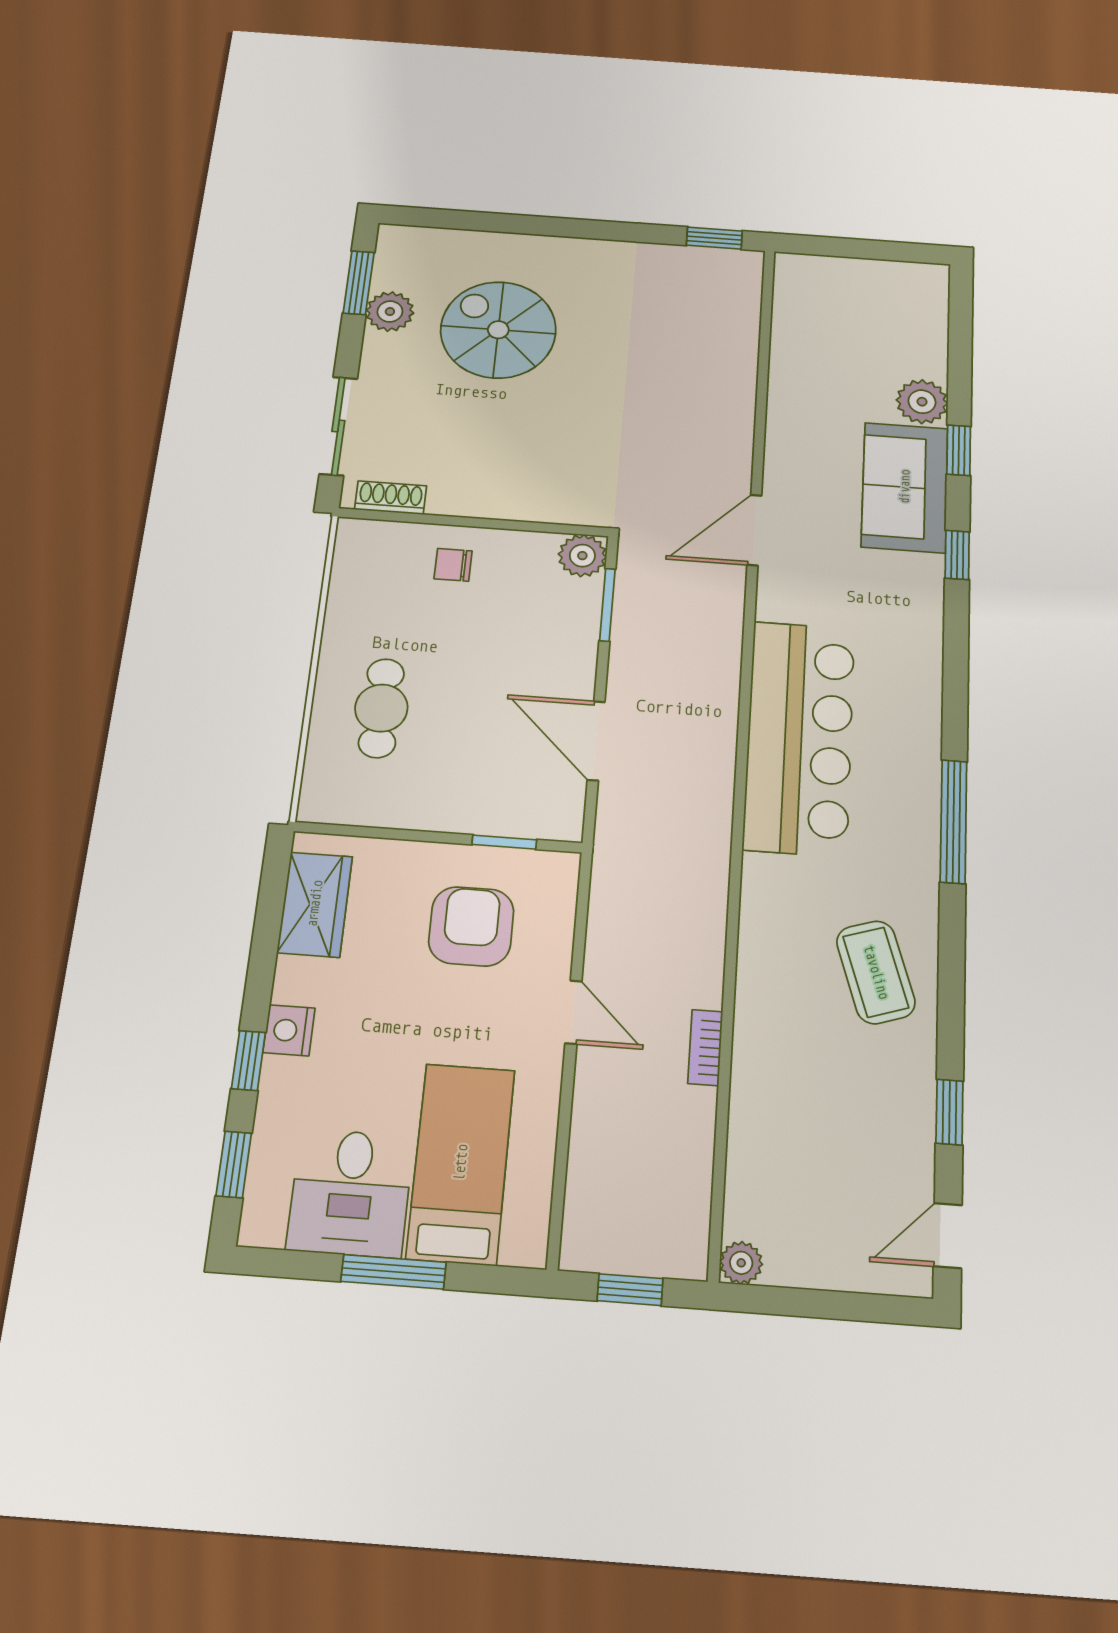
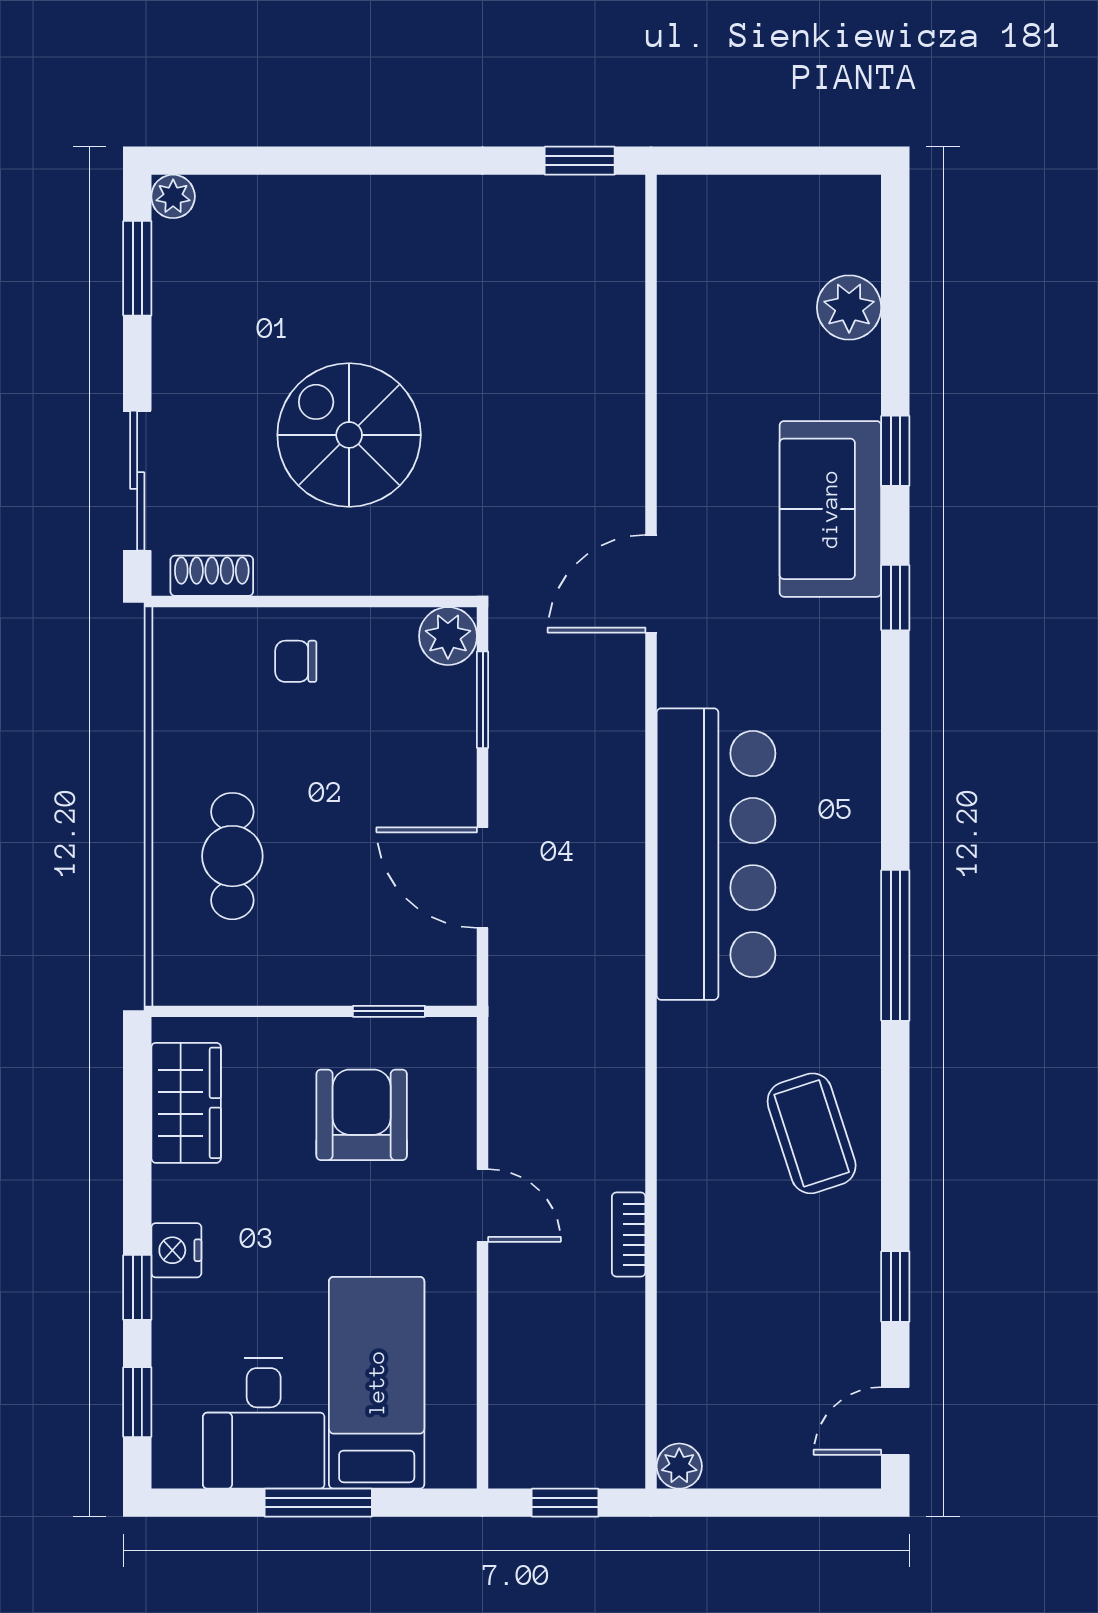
plant: (390, 312) -> (173, 196), moved, width x0.73, depth x0.73
spiral stairs: (498, 330) -> (349, 435), moved
plant: (922, 402) -> (849, 307), moved

